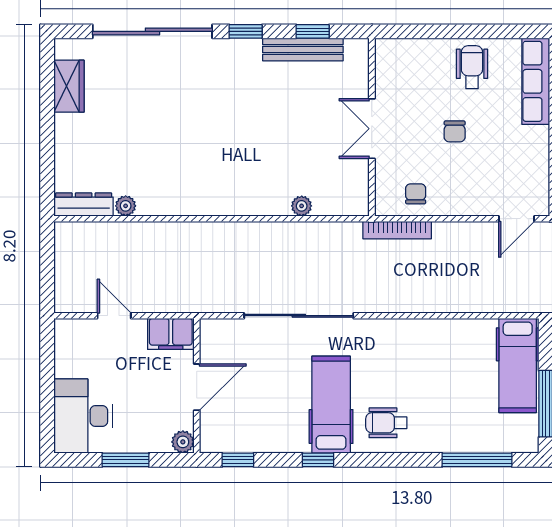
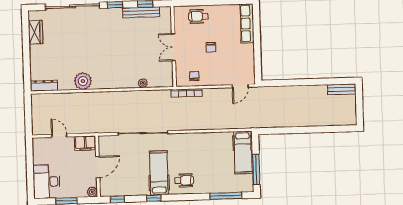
wheelchair: (472, 67) -> (198, 16), moved, turned -90
plant: (126, 206) -> (83, 81), moved, width x1.88, depth x1.88
wheelchair: (386, 423) -> (184, 180), turned 180

